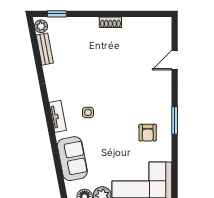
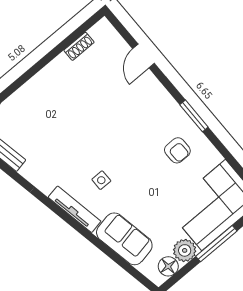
shoe rack: (110, 22) -> (79, 46), moved
tv unit: (58, 116) -> (75, 209), width x1.41

